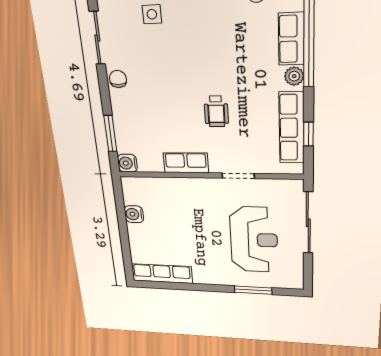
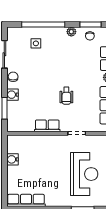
water cooler: (127, 163) -> (12, 95), moved

